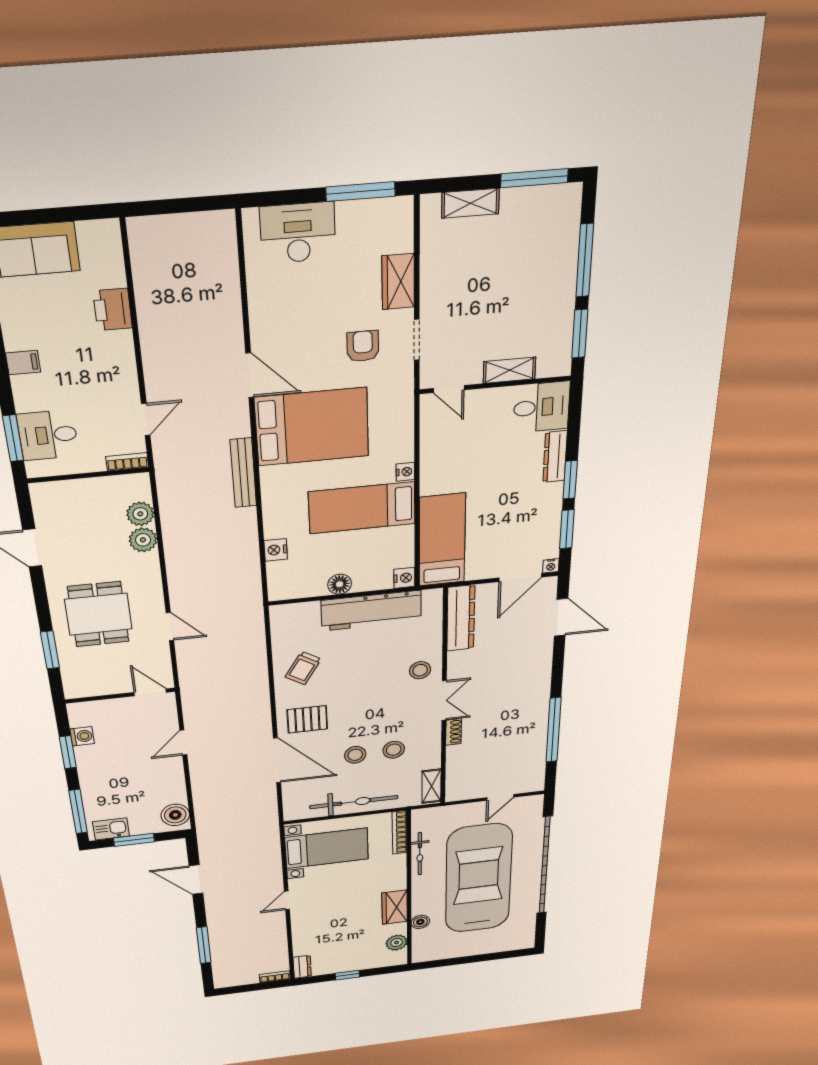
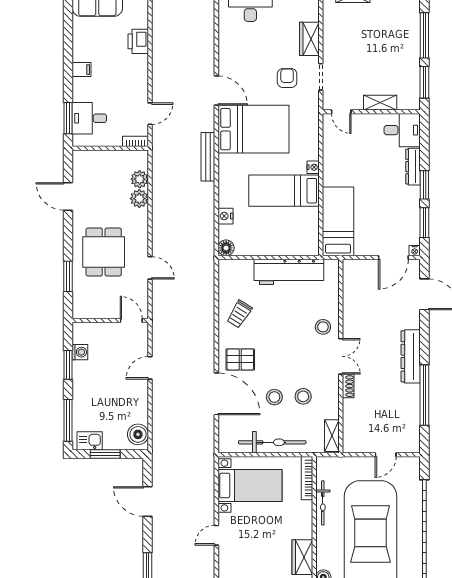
nightstand: (404, 578) -> (312, 248), removed
floor lamp: (340, 584) -> (226, 248), moved
dresser: (461, 618) -> (411, 356), moved, turned 180

